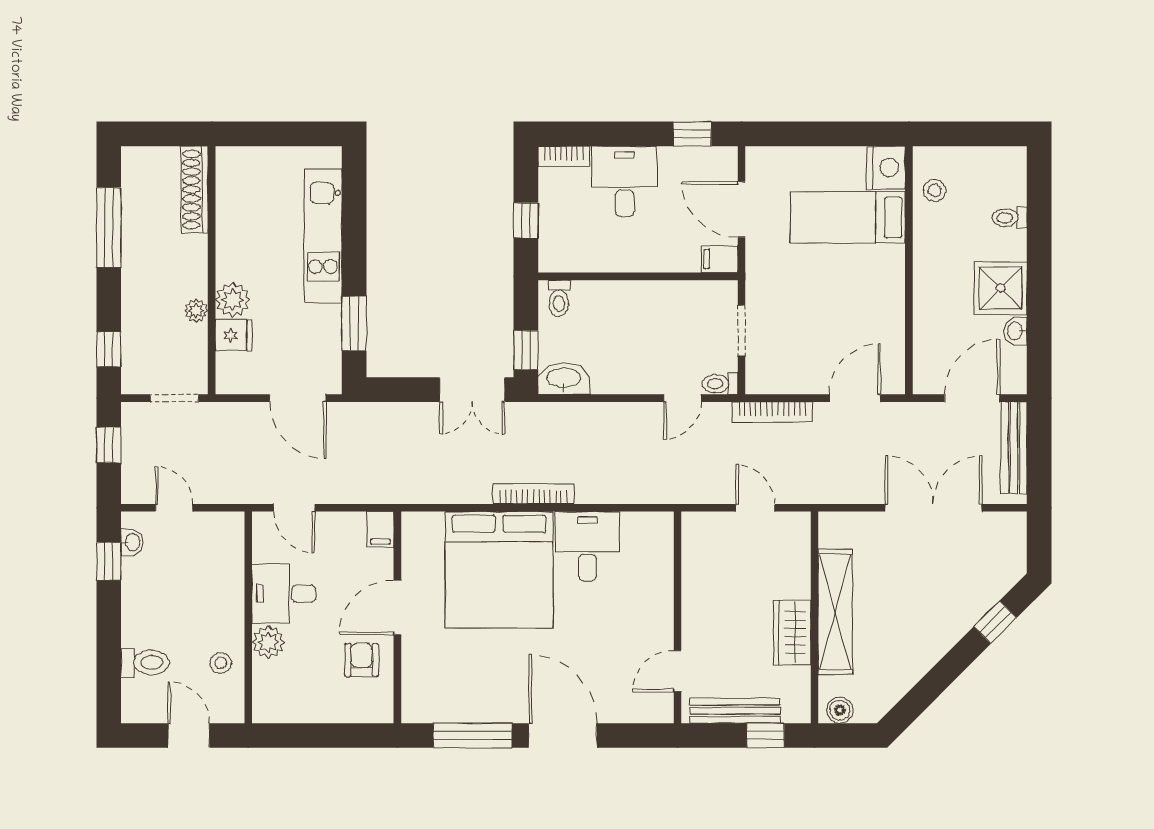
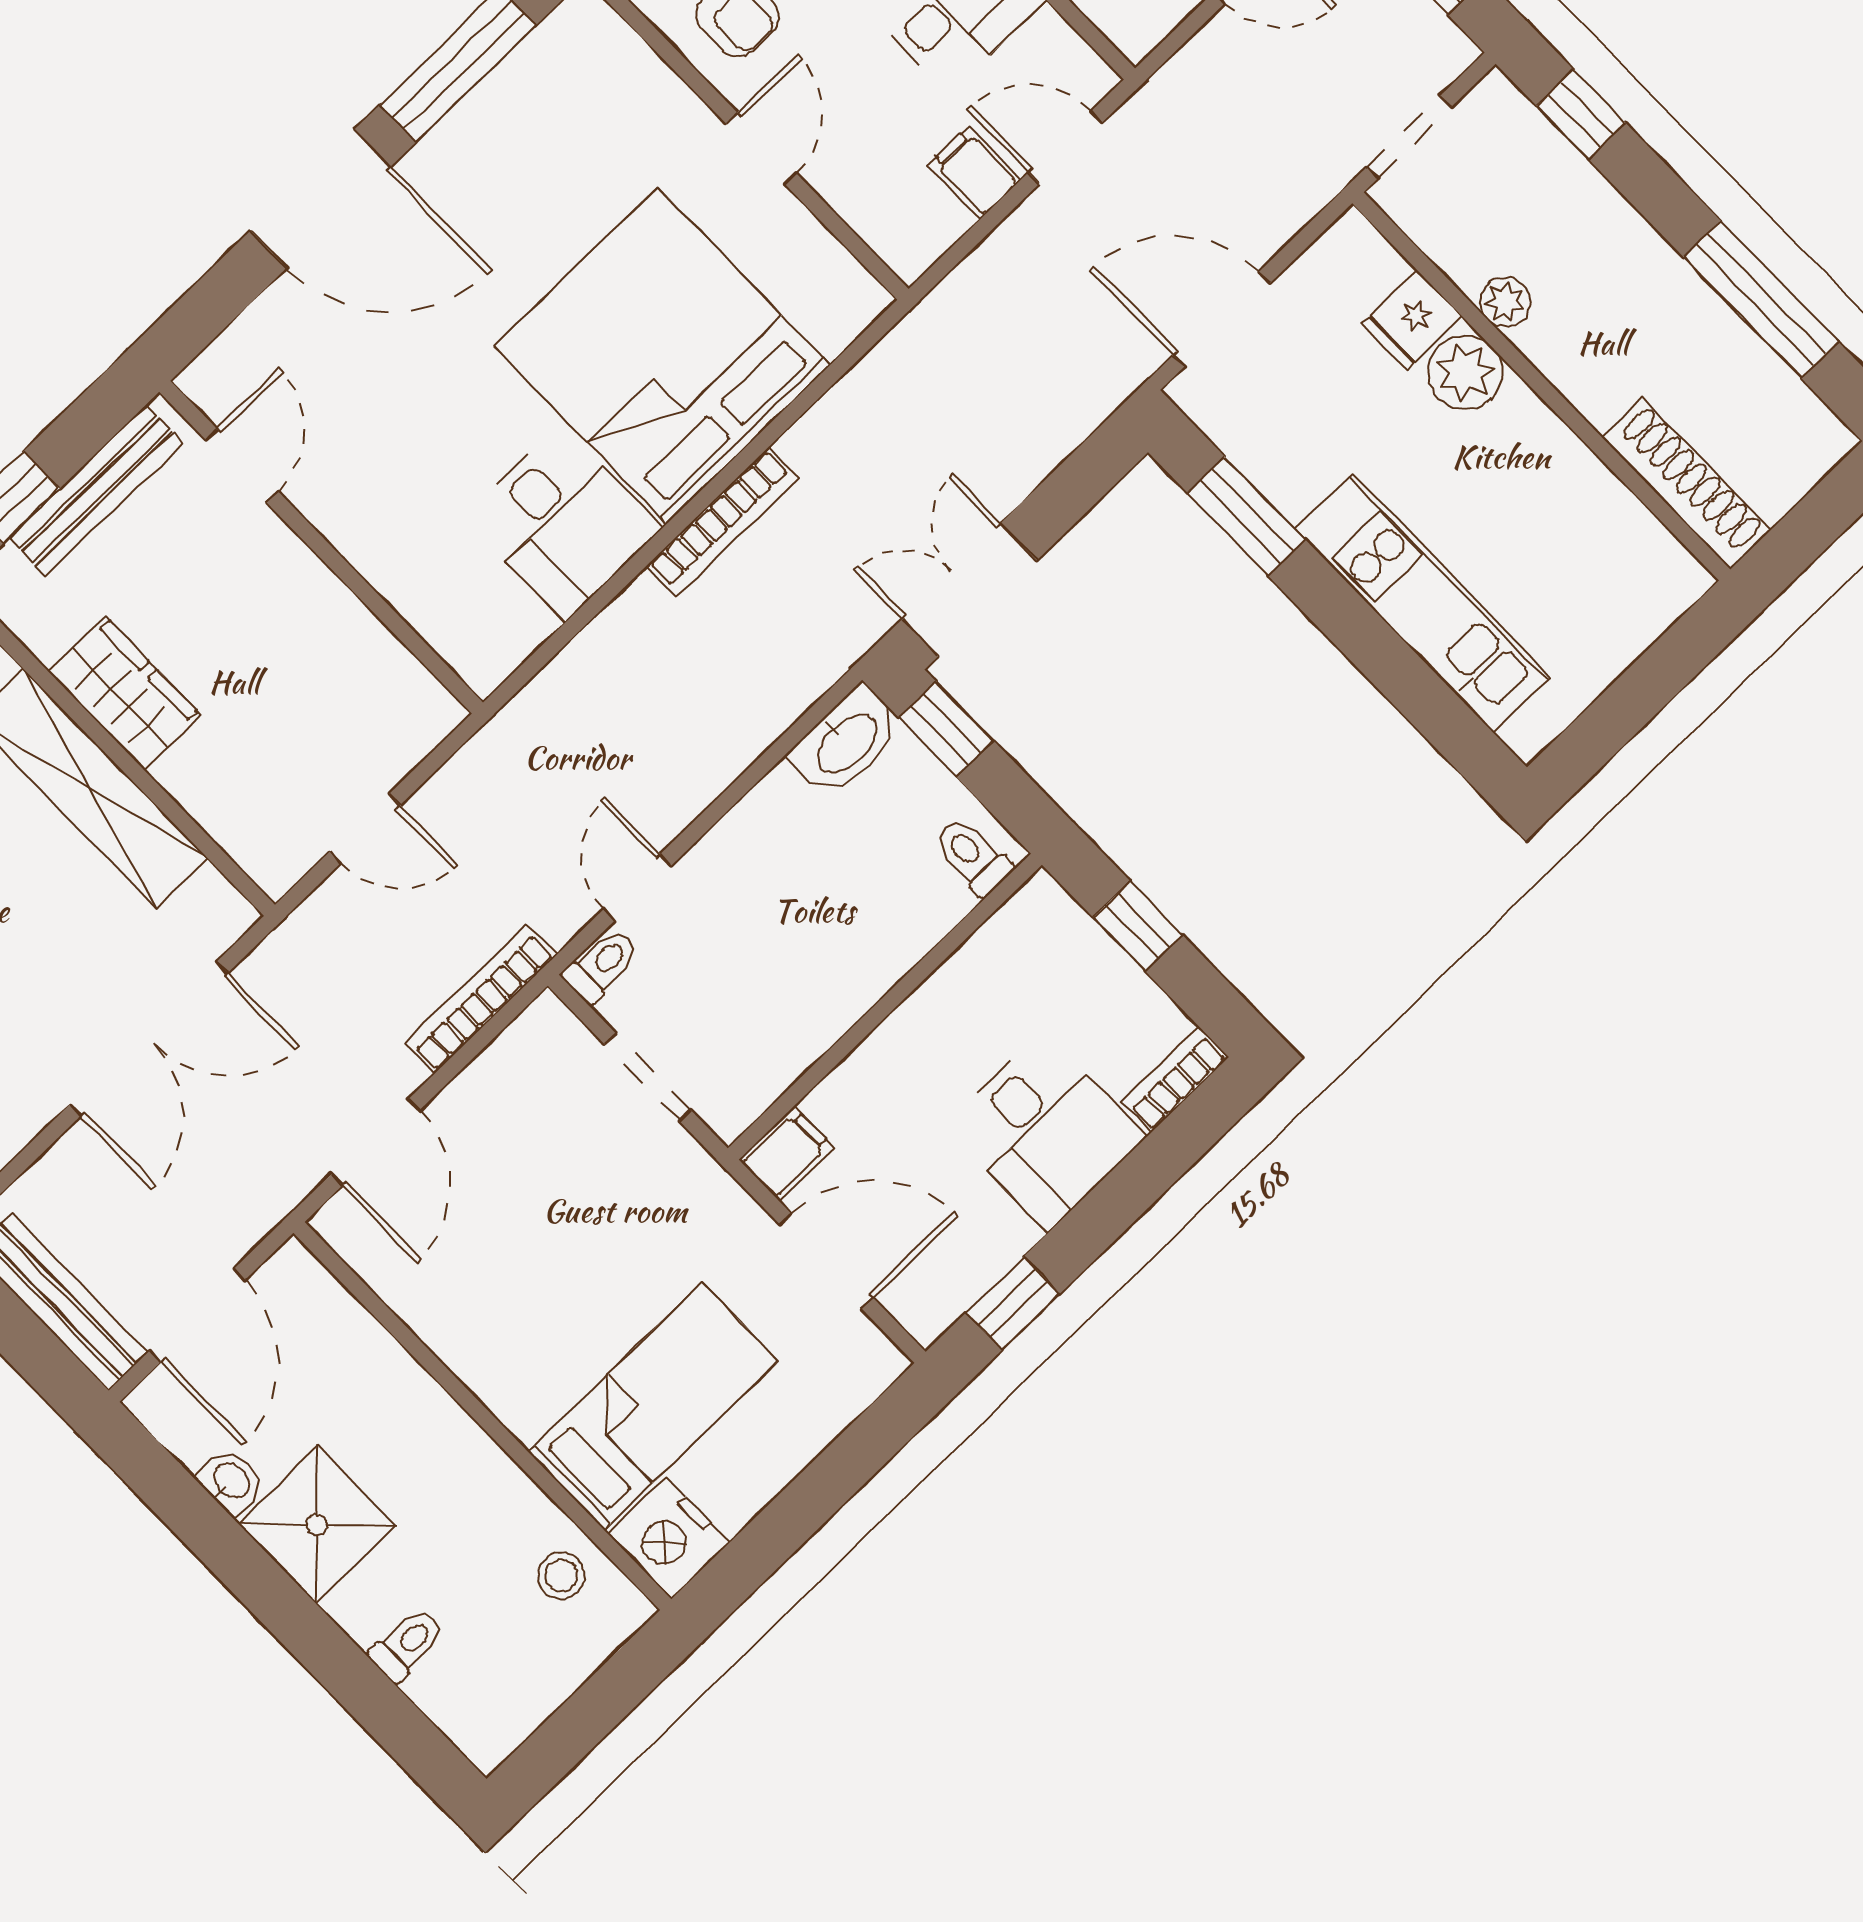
double door: (933, 508) -> (149, 1039), moved
filing cabinet: (380, 529) -> (975, 172), moved
door: (397, 607) -> (761, 149), width x0.73

